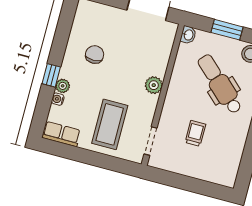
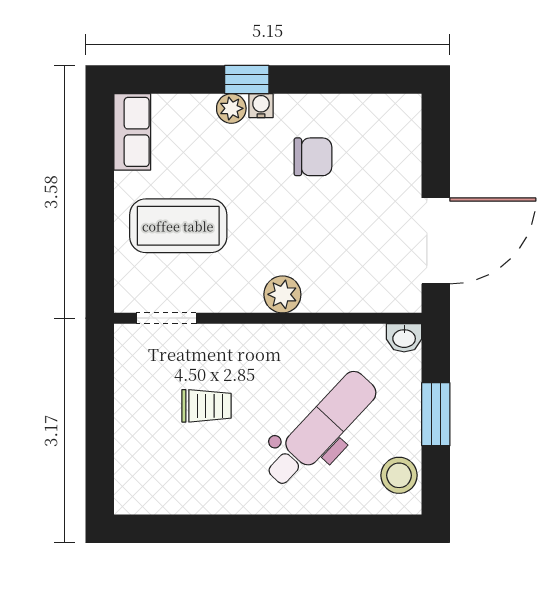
water cooler: (58, 99) -> (261, 106), moved

